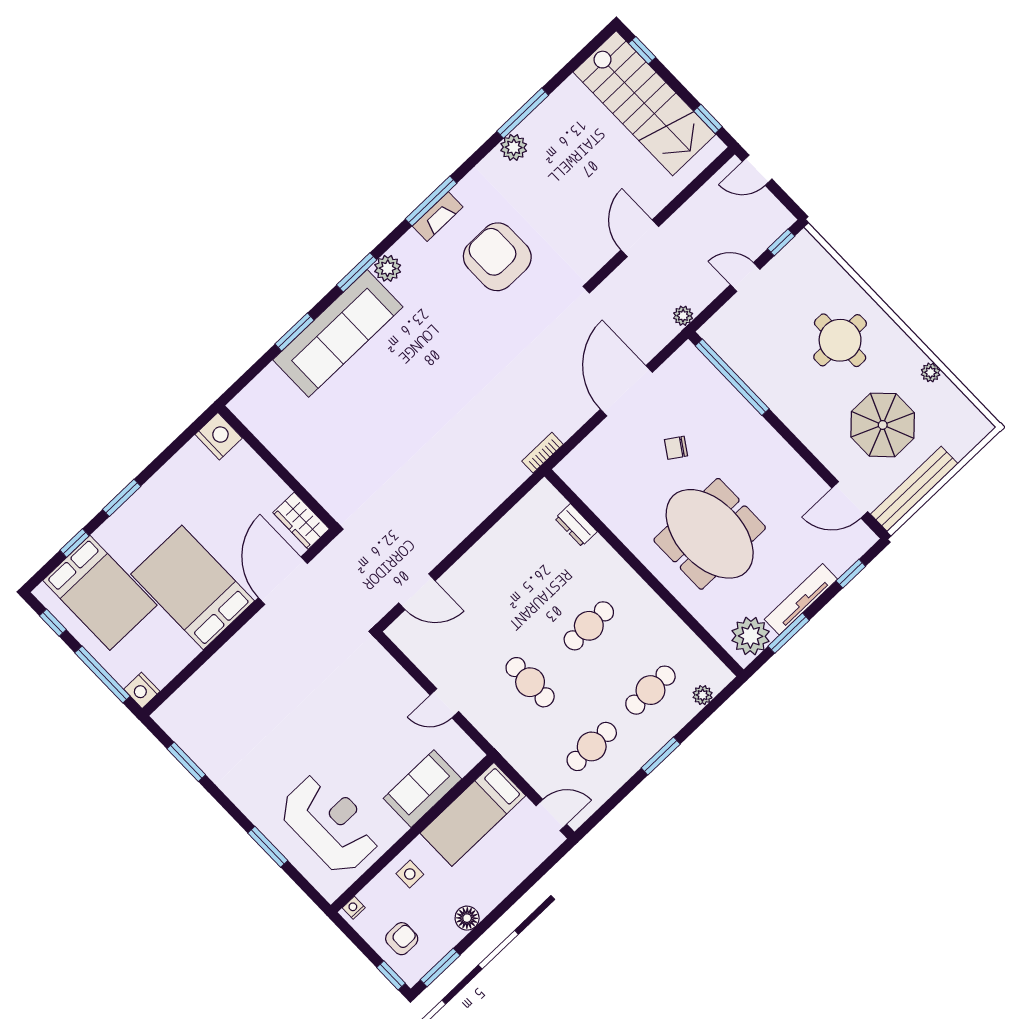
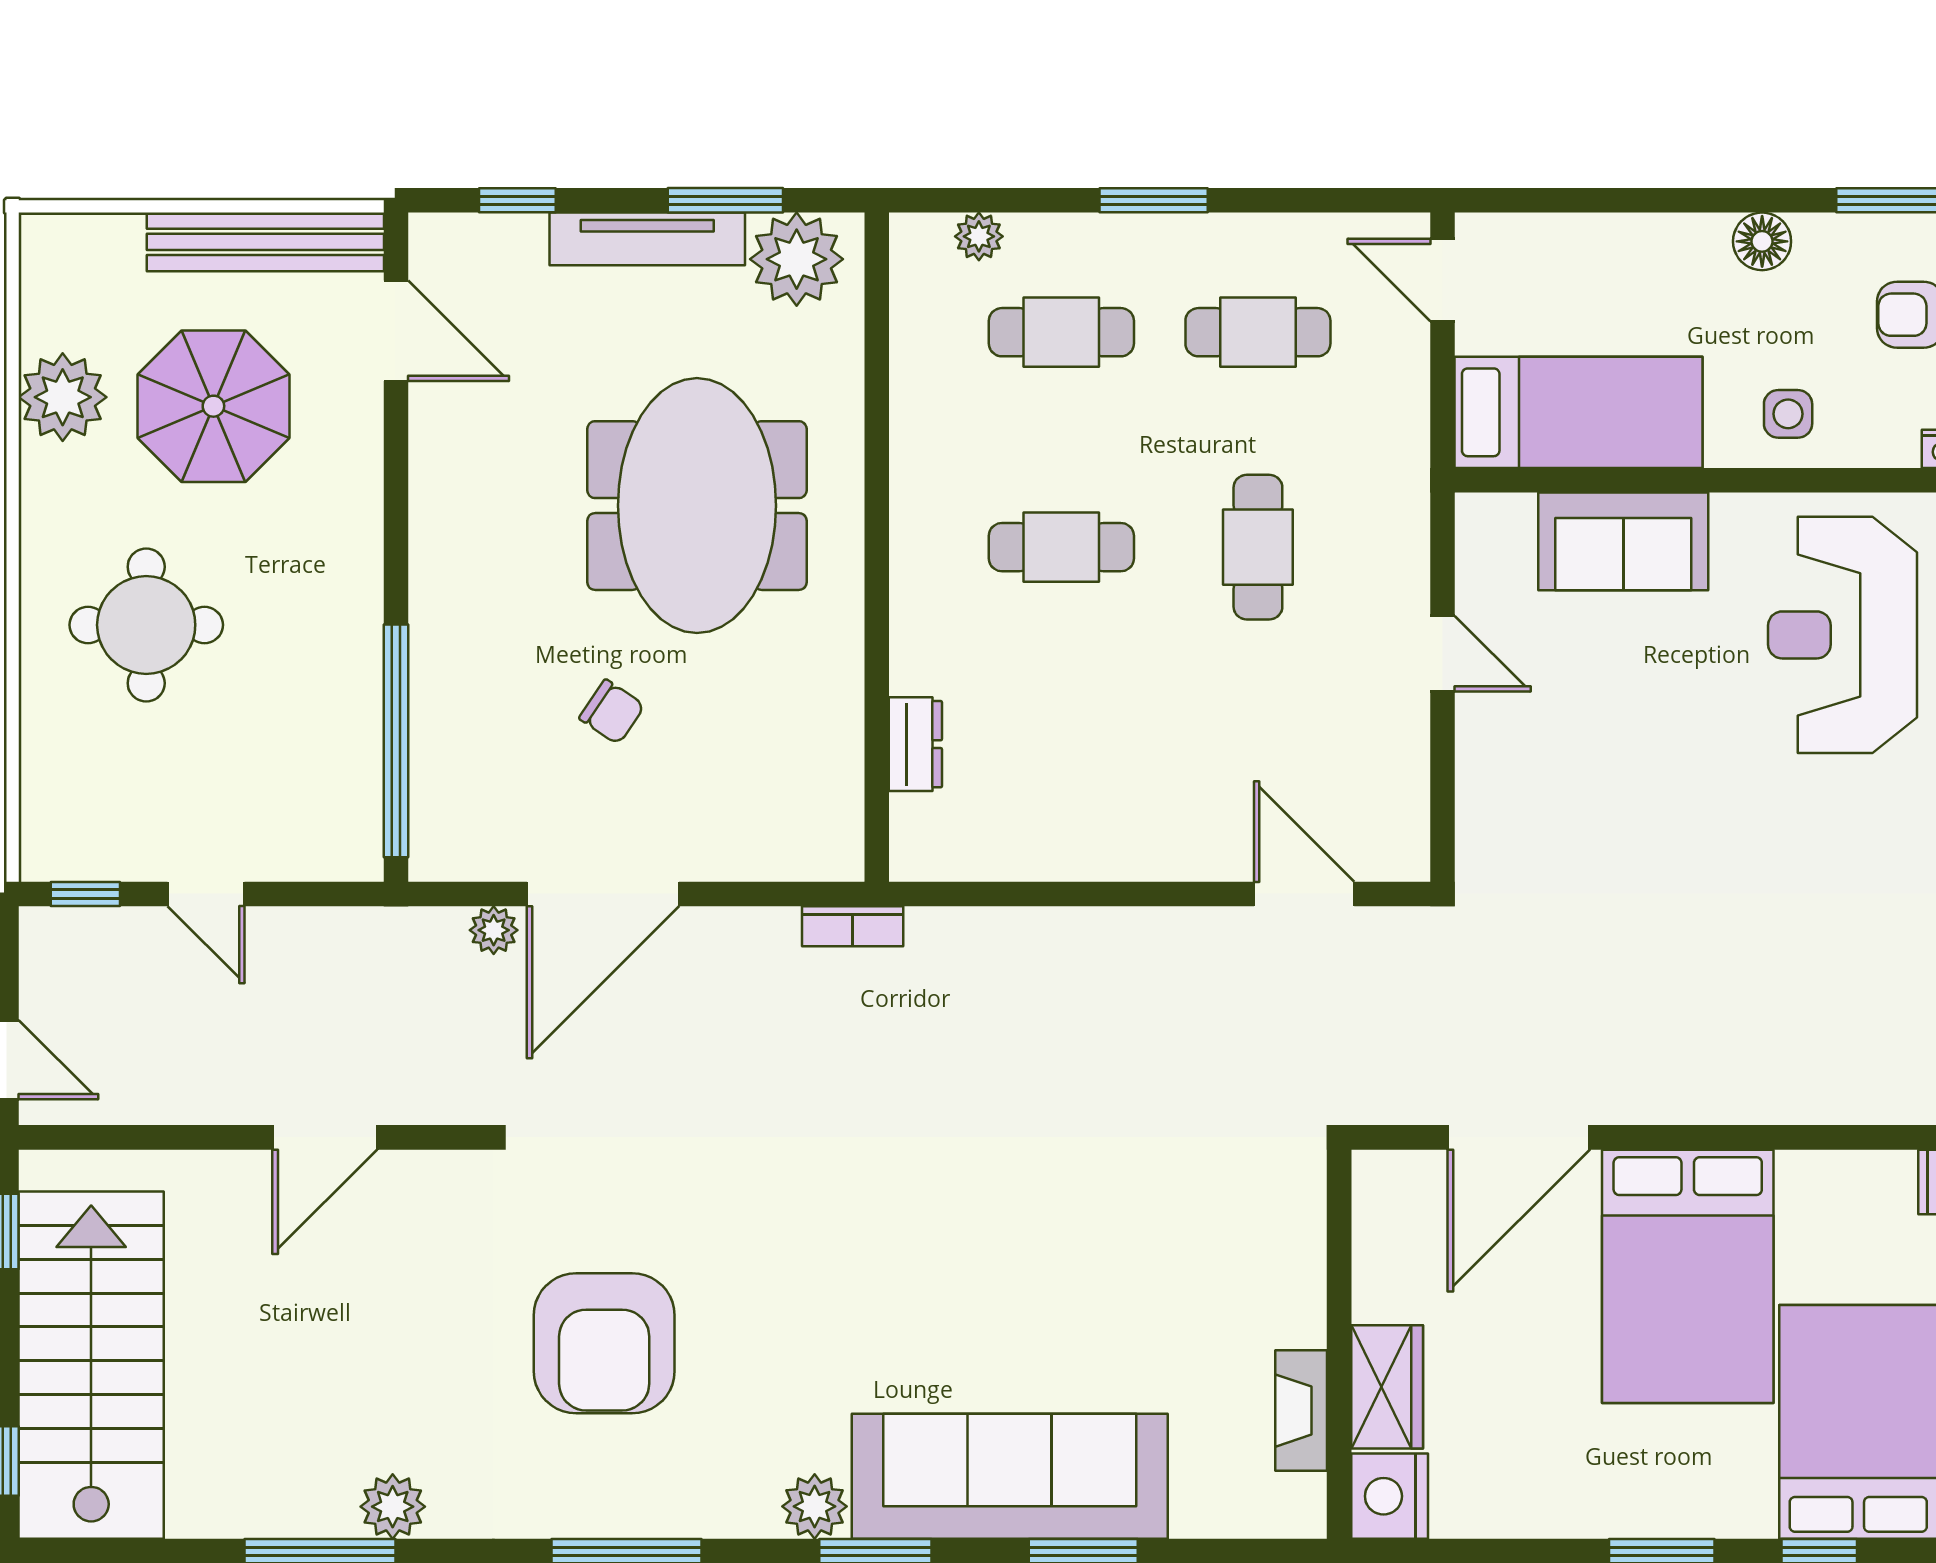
fireplace: (438, 217) -> (1301, 1411), moved, turned -90
plant: (683, 316) -> (494, 930), moved
plant: (931, 372) -> (63, 397), width x1.87, depth x1.87
wardrobe: (301, 521) -> (1387, 1387), moved

